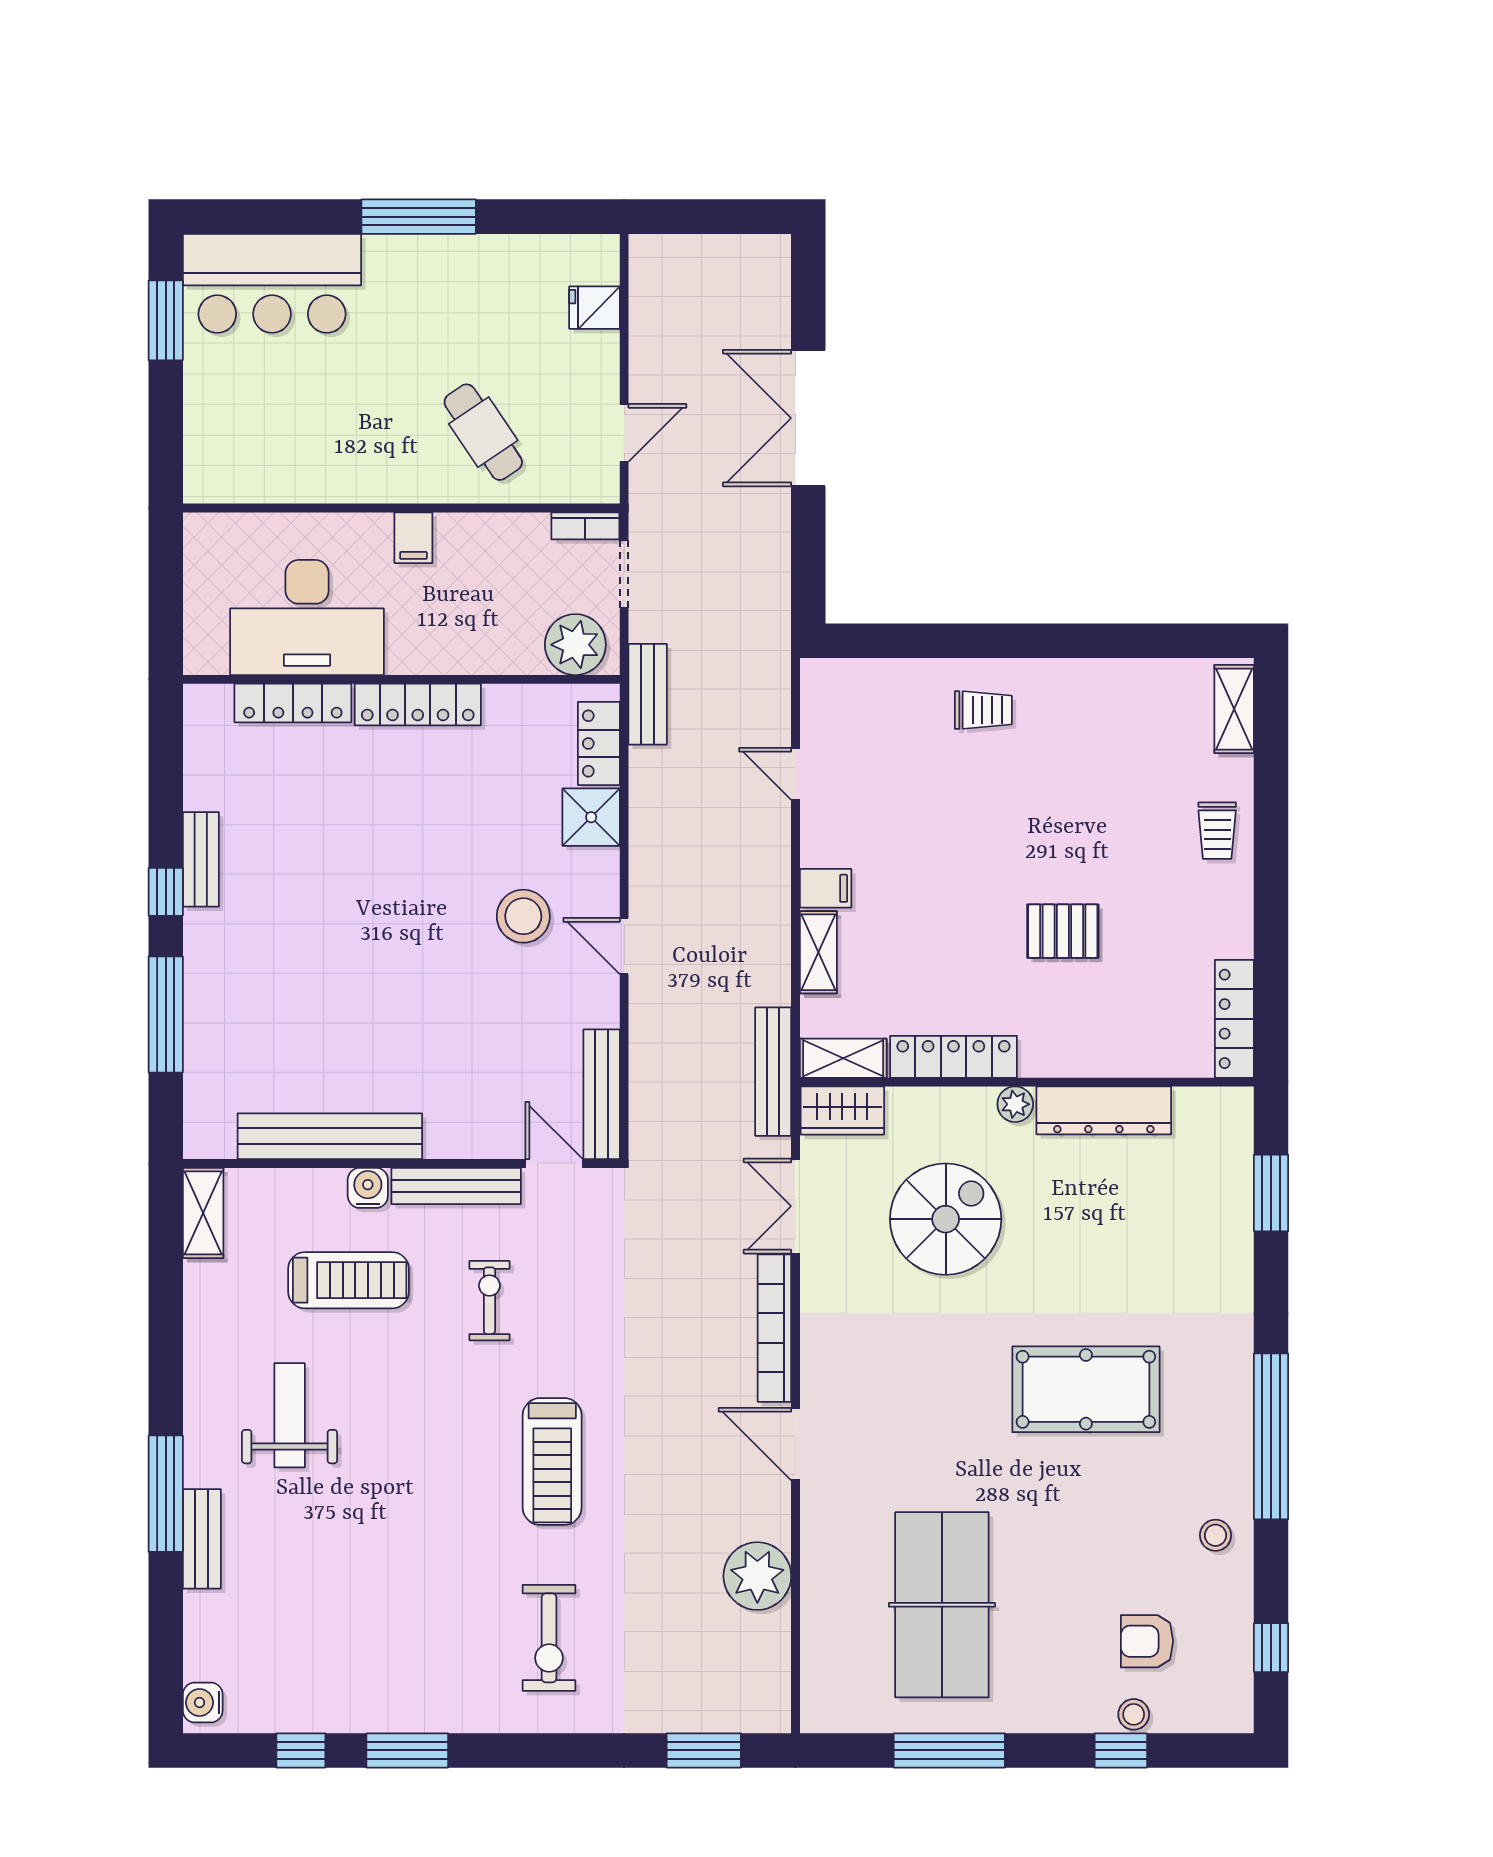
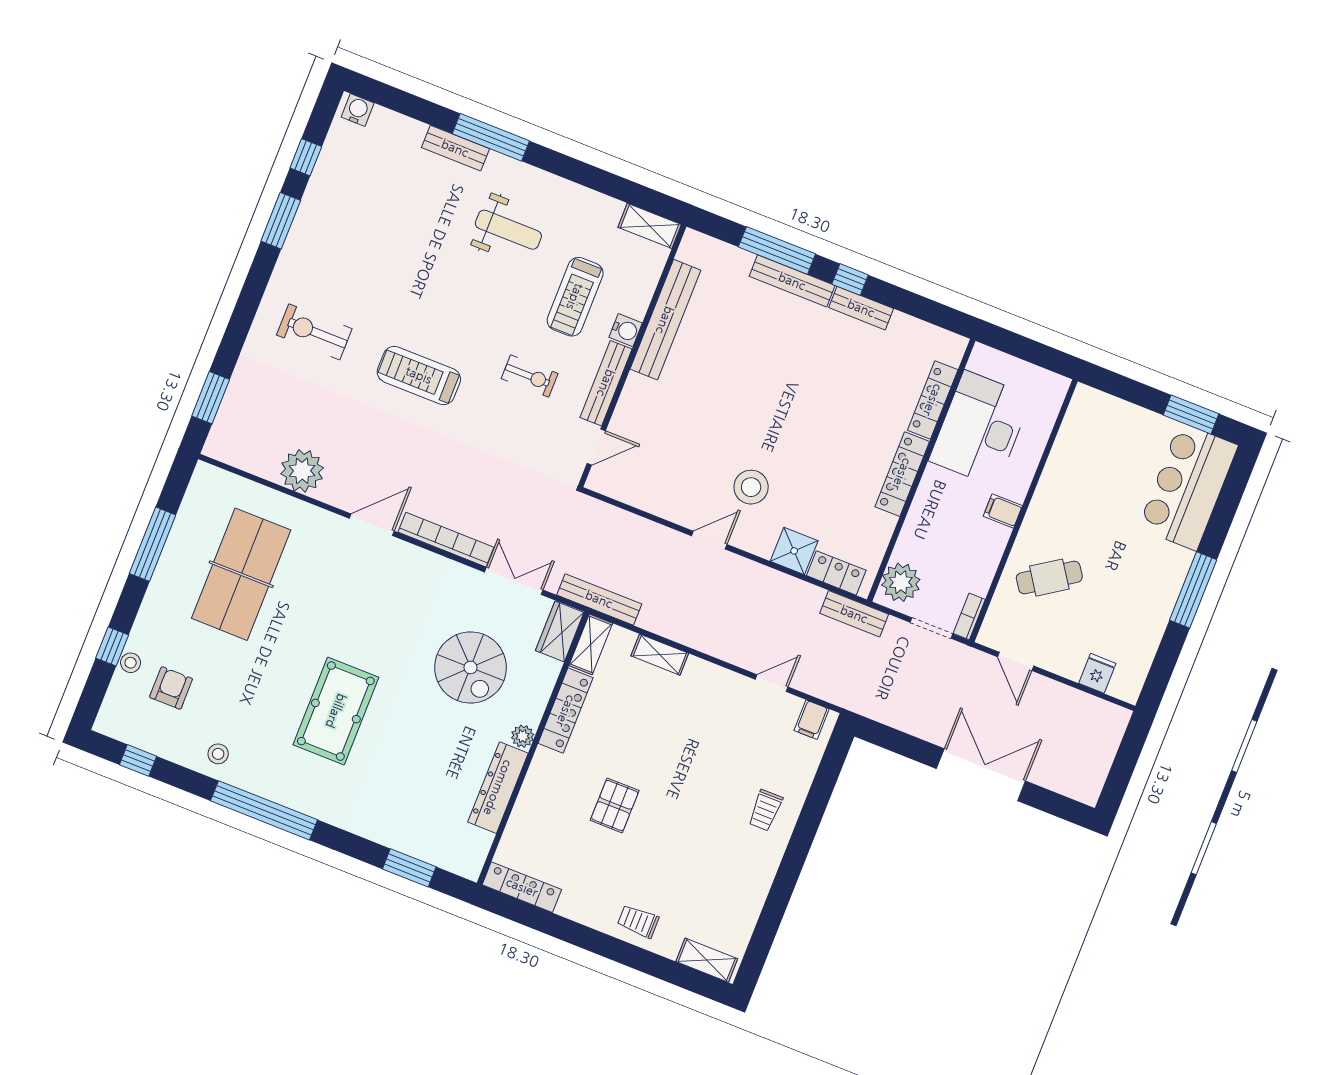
filing cabinet: (826, 888) -> (812, 720), moved
bench: (602, 1094) -> (792, 281), moved
table tennis table: (942, 1605) -> (241, 574), turned 90

